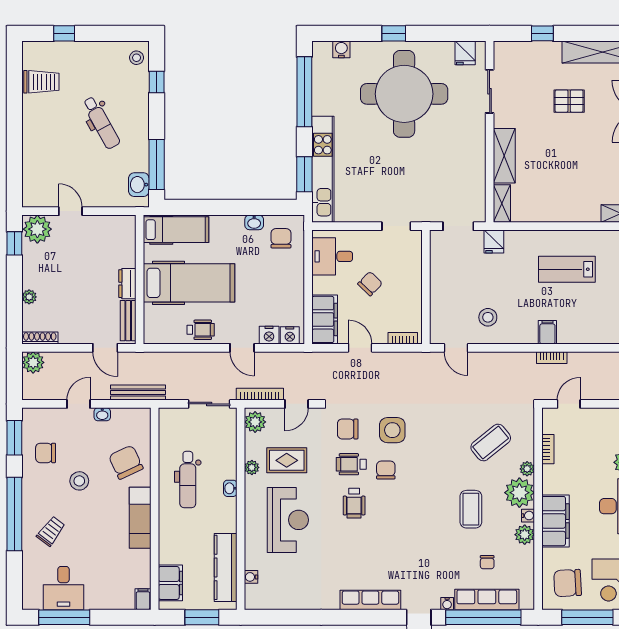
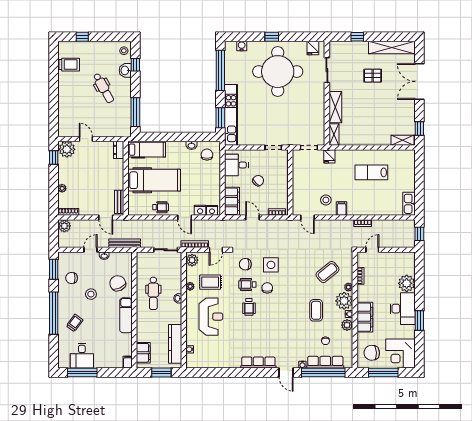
washbasin: (139, 185) -> (125, 70), moved
dresser: (127, 284) -> (119, 150), moved
filing cabinet: (547, 332) -> (342, 209), moved

